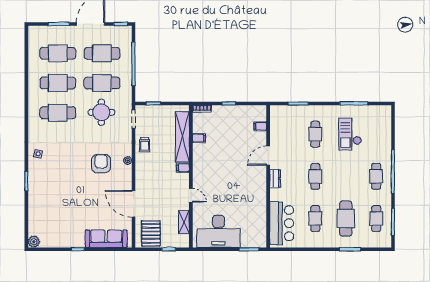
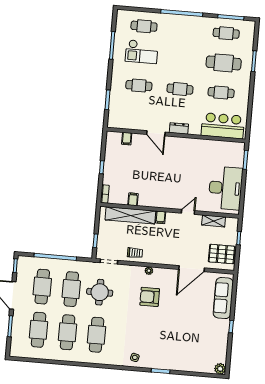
cafe table: (376, 176) -> (144, 26), moved

